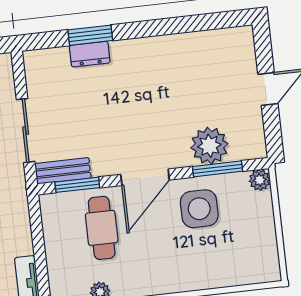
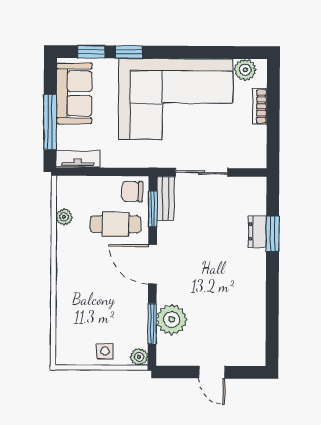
side table: (199, 209) -> (105, 351), moved, width x0.54, depth x0.54
chair: (59, 212) -> (132, 191), added

